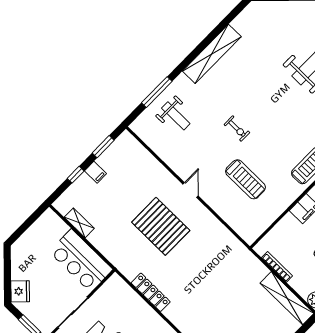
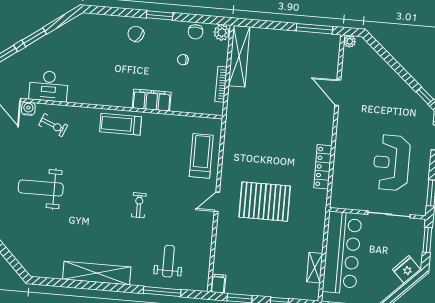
filing cabinet: (95, 172) -> (218, 284), moved
treadmill: (246, 179) -> (201, 156), moved
pallet: (161, 226) -> (265, 202), turned 90
bar counter: (81, 261) -> (342, 253), width x1.36

